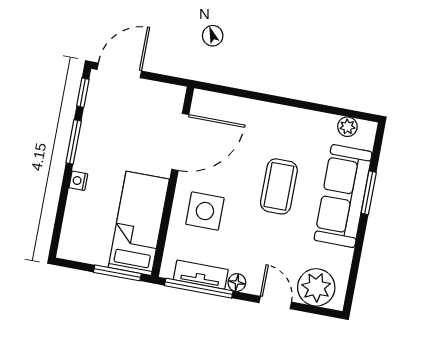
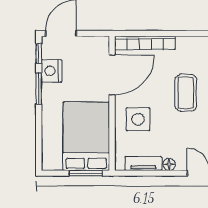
bookcase: (235, 106) -> (145, 43), added
nightstand: (78, 181) -> (51, 71), moved, width x1.89, depth x1.79
bed: (139, 223) -> (86, 136), width x1.50
window: (199, 288) -> (144, 173), removed

